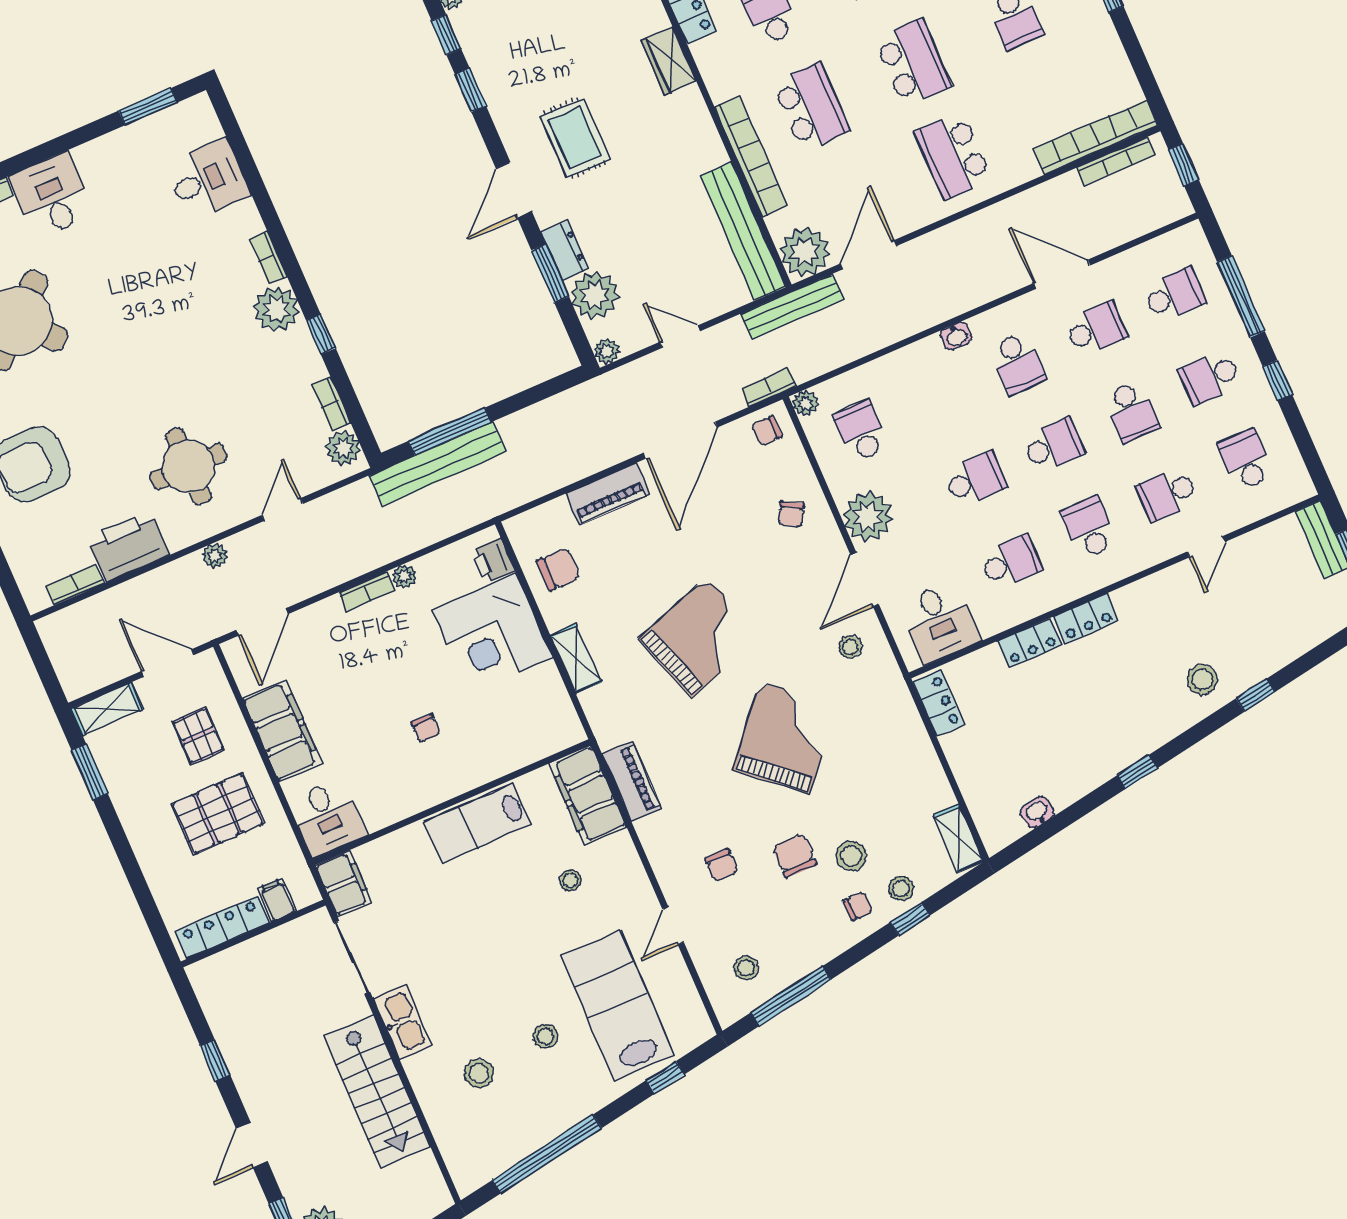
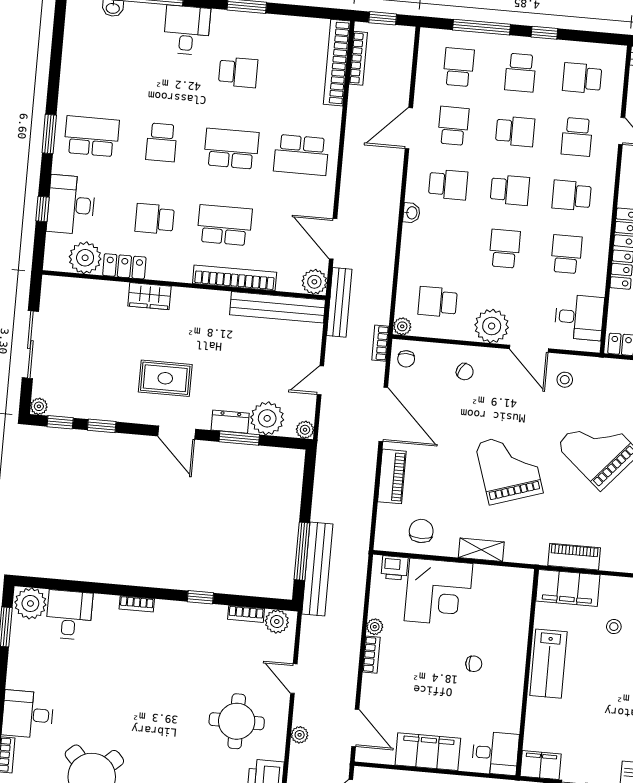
plant: (805, 252) -> (314, 282), width x0.73, depth x0.73
plant: (276, 309) -> (30, 603), moved
school desk: (1053, 445) -> (510, 190), turned 90

